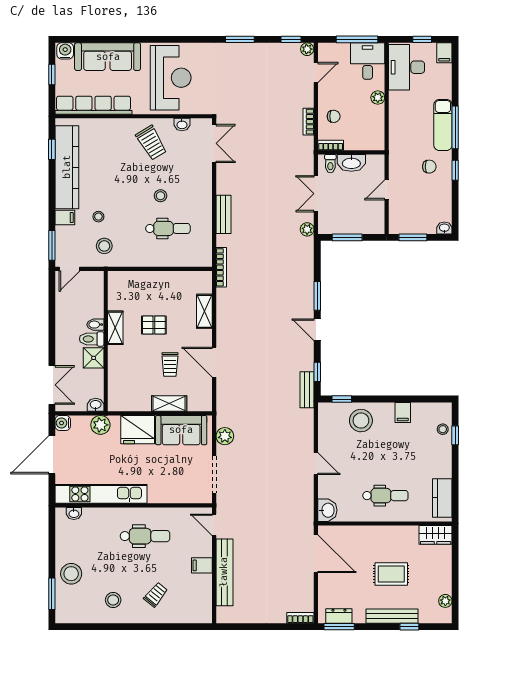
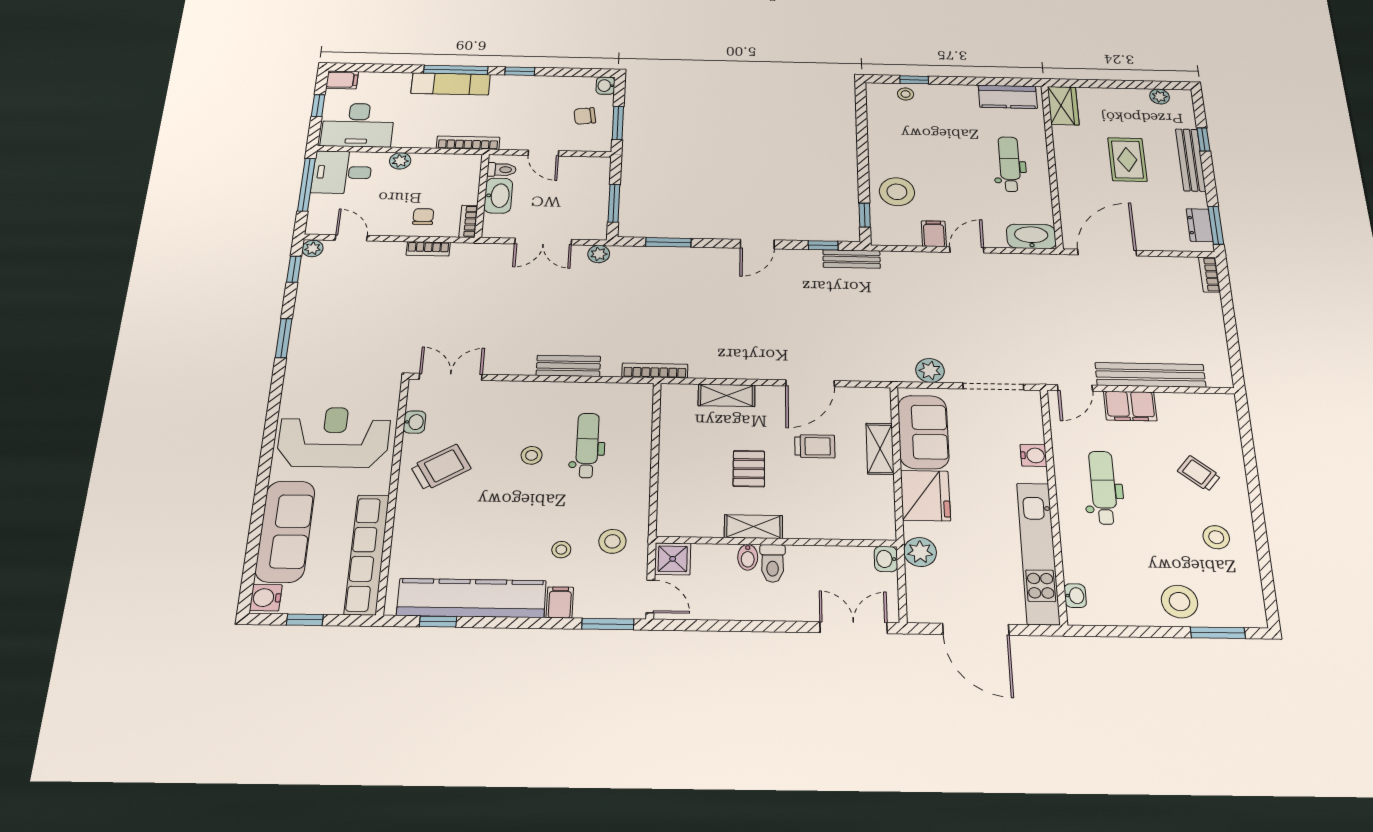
bookcase: (394, 140) -> (468, 143), added
toilet: (330, 164) -> (502, 170), moved
chair: (429, 167) -> (585, 116), moved, turned -98
window: (317, 296) -> (668, 242), moved
shower: (94, 358) -> (673, 559), moved
filing cabinet: (403, 412) -> (934, 234), moved, turned -90
water cooler: (63, 423) -> (1034, 455), moved, turned -90
washbasin: (327, 510) -> (1031, 236), width x1.38
filing cabinet: (202, 565) -> (1130, 406), width x2.00

